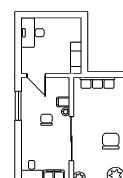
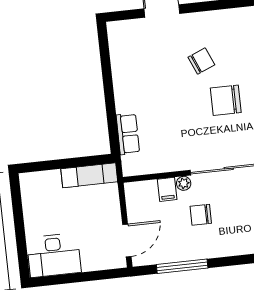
row of seats: (97, 83) -> (128, 134), width x0.68

